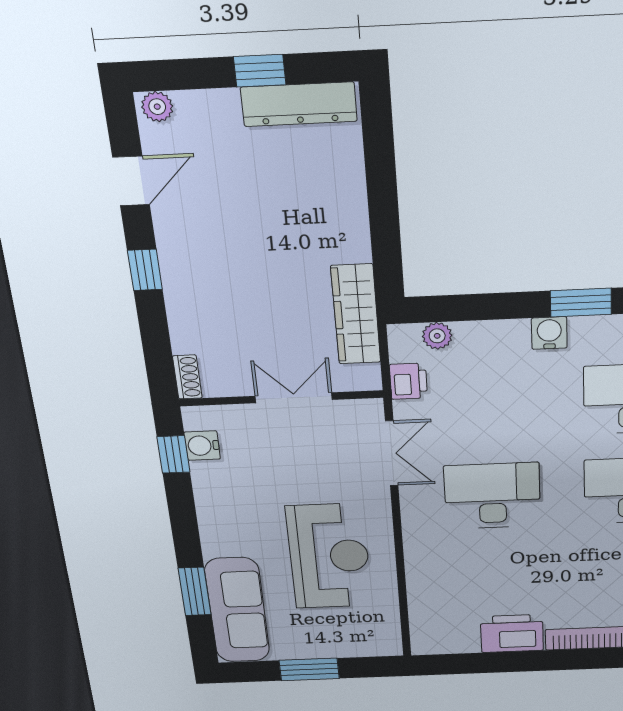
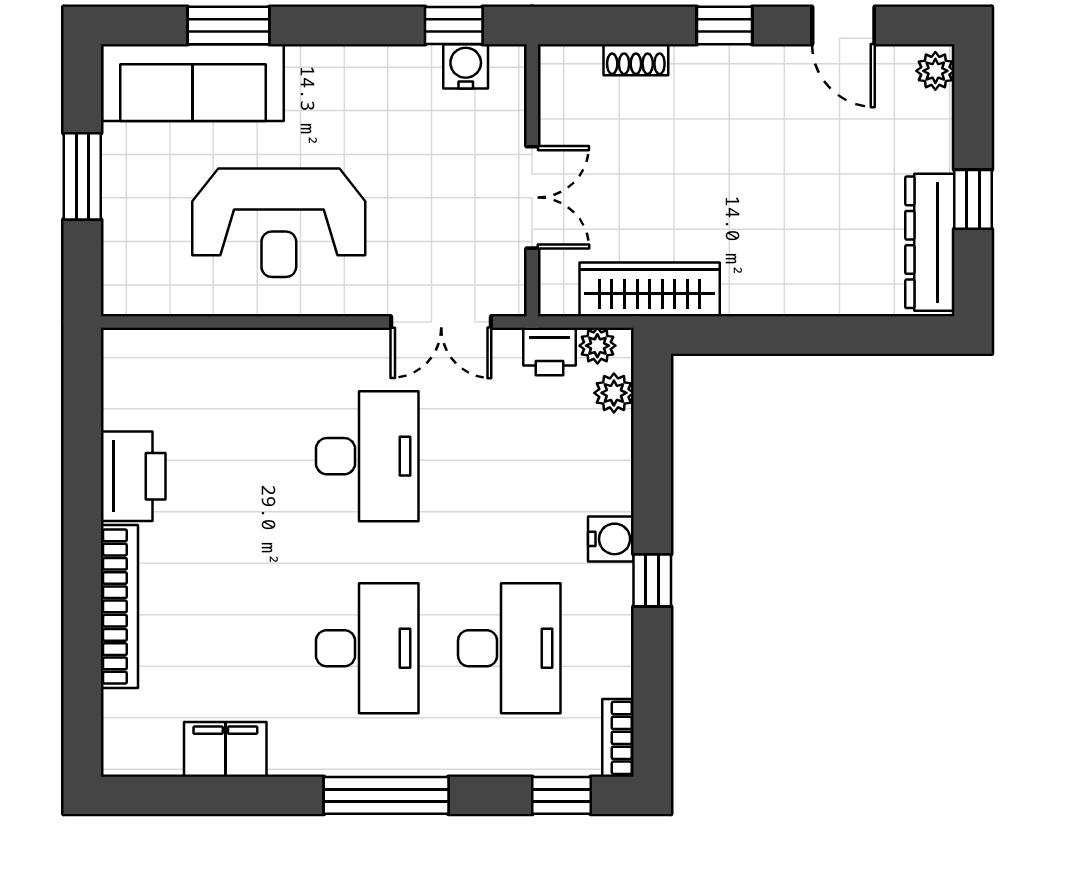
window: (581, 303) -> (652, 580), width x0.67
plant: (402, 349) -> (597, 346), added
shoe rack: (187, 377) -> (636, 60), moved

